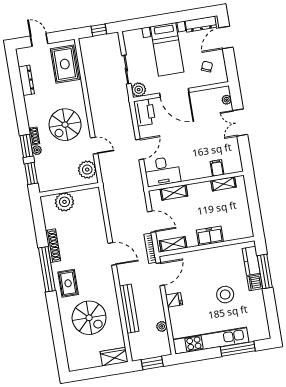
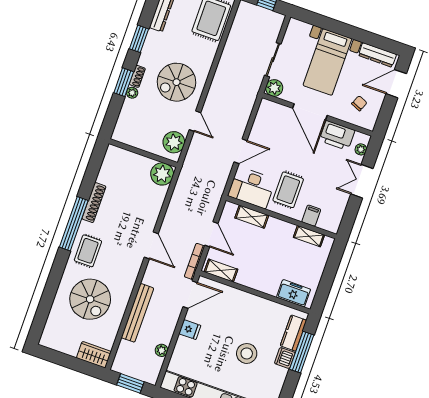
printer: (145, 112) -> (337, 135), moved, turned 90
rug: (190, 158) -> (288, 190), added
window: (31, 173) -> (139, 39), moved
plant: (64, 202) -> (162, 174), moved
freezer: (210, 236) -> (294, 293), moved

